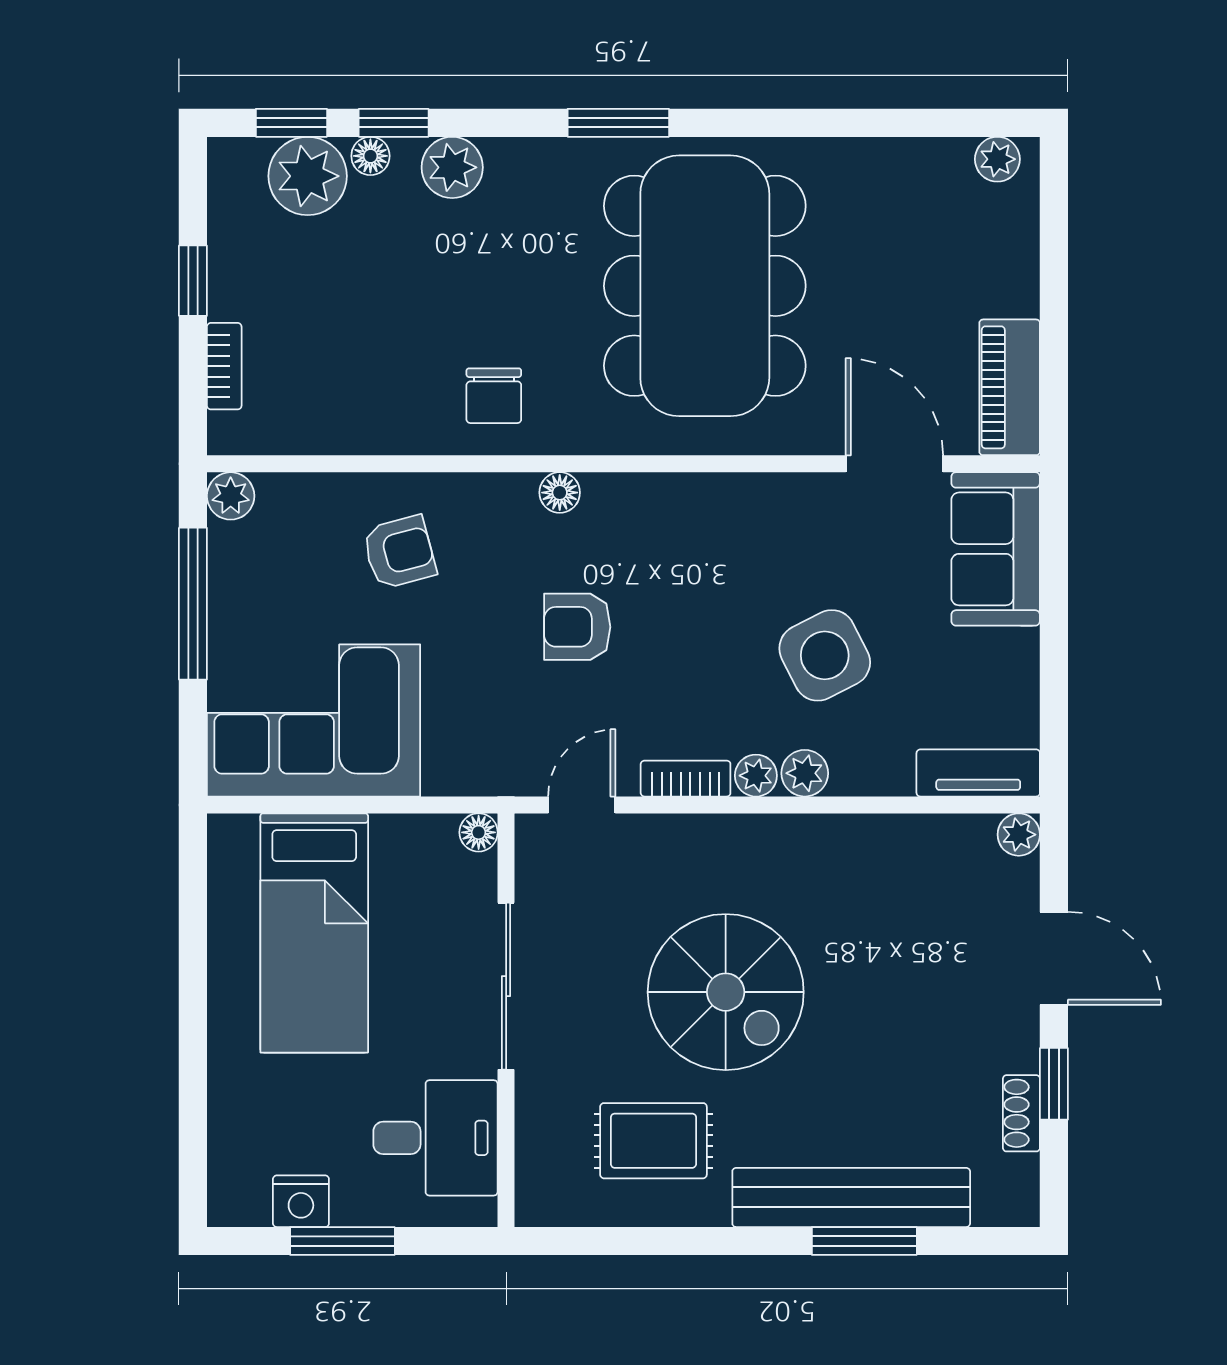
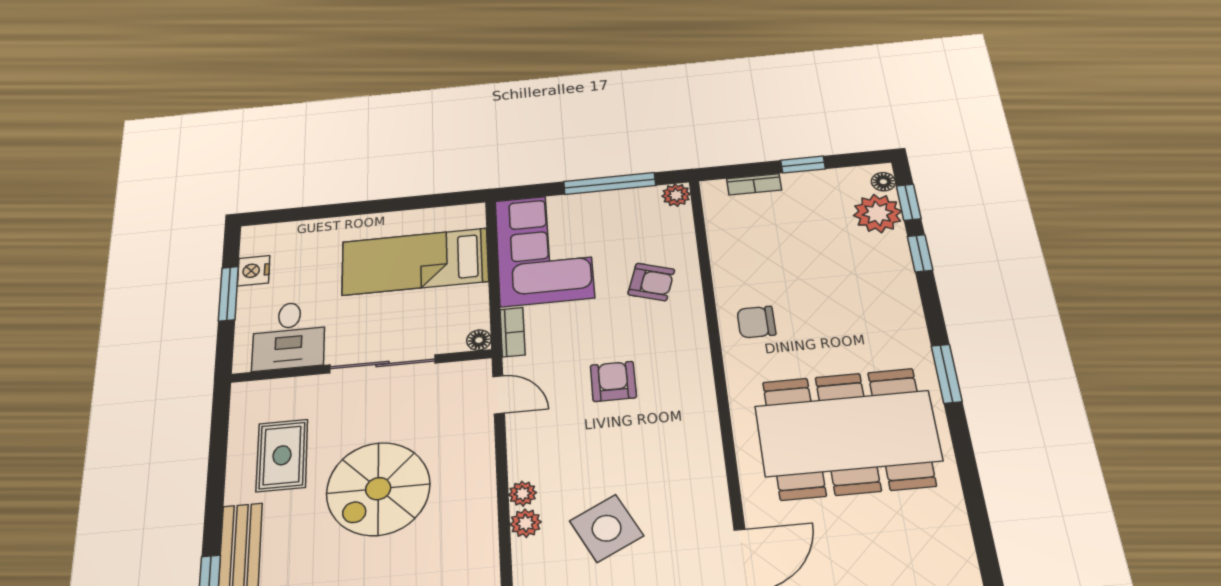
floor lamp: (370, 156) -> (883, 182), moved
plant: (452, 167) -> (898, 286), removed
floor lamp: (560, 493) -> (699, 364), removed
armchair: (399, 552) -> (651, 282), turned -57
bookcase: (686, 779) -> (513, 332), moved

